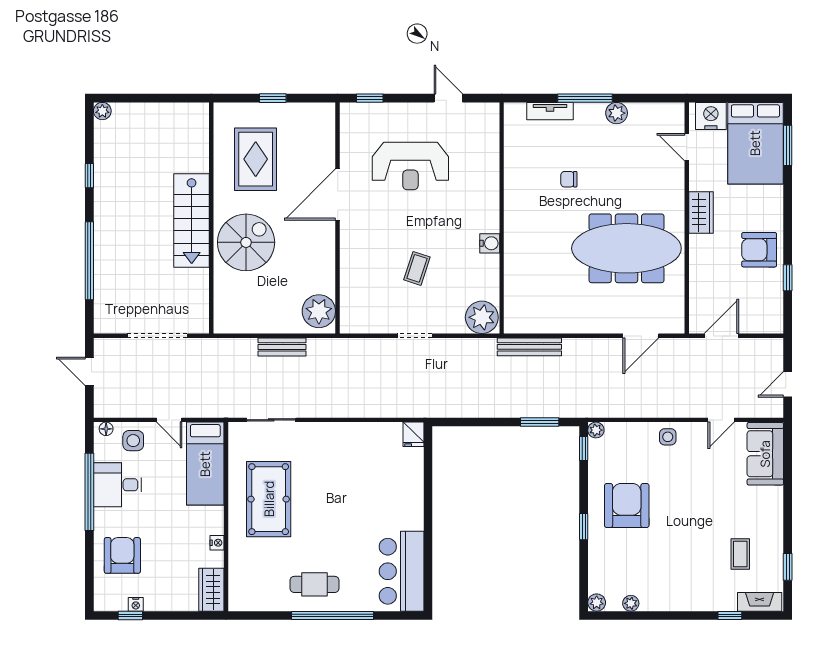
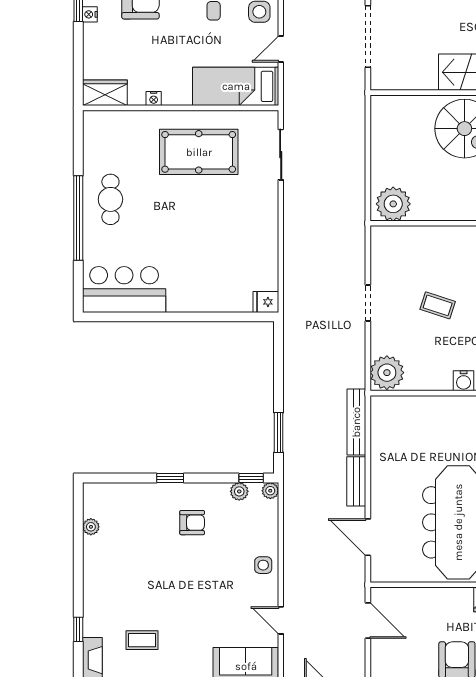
bench: (282, 347) -> (356, 481), moved
armchair: (627, 506) -> (192, 523), width x0.53, depth x0.53
plant: (597, 603) -> (239, 491), moved

